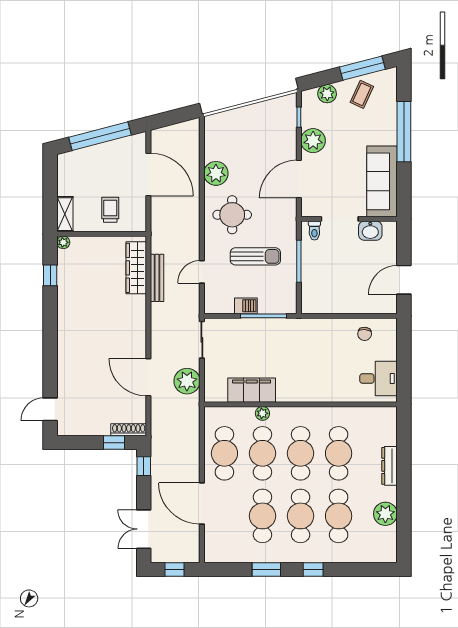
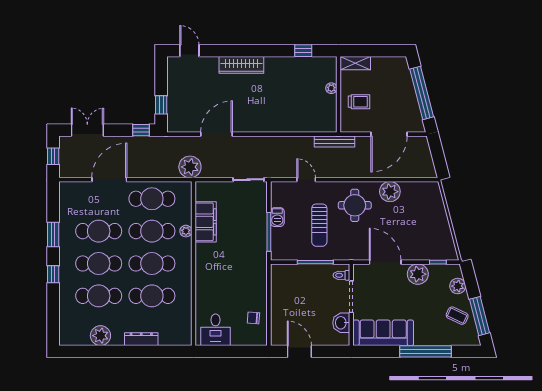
plant: (63, 242) -> (331, 88), moved
wardrobe: (136, 268) -> (241, 65), moved, turned 180
bench: (157, 278) -> (334, 142), moved
plant: (187, 381) -> (190, 167), moved
shoe rack: (129, 430) -> (172, 117), removed

